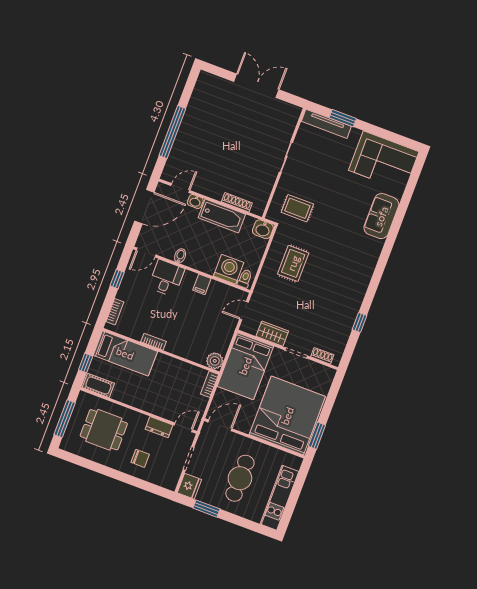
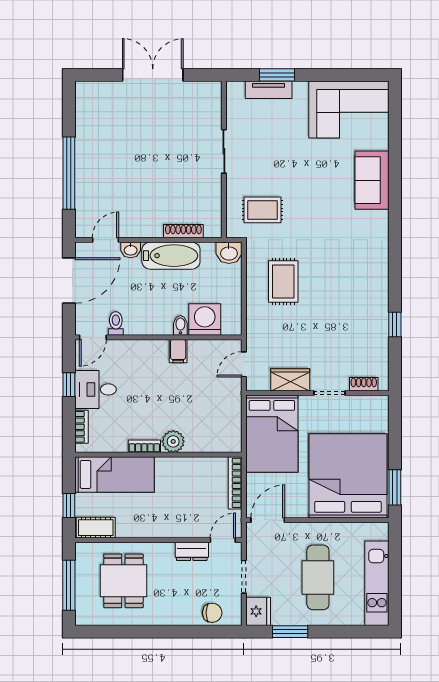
tv unit: (326, 124) -> (269, 90), width x0.71
bidet: (180, 256) -> (180, 325), moved
desk: (167, 278) -> (95, 389), moved, turned -90
toilet: (245, 279) -> (116, 323), moved
plant: (215, 361) -> (173, 441), moved
bookcase: (209, 384) -> (235, 483), width x1.56
dining table: (104, 430) -> (123, 581), turned 90
chair: (140, 458) -> (212, 613), moved

